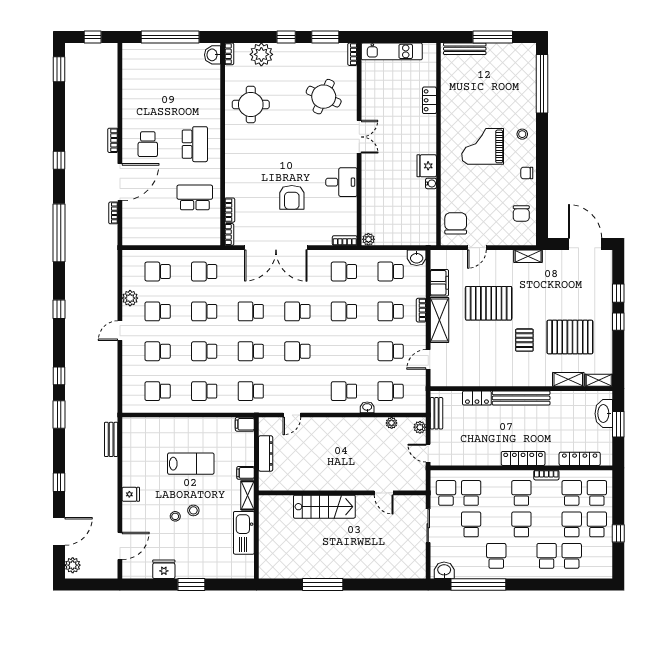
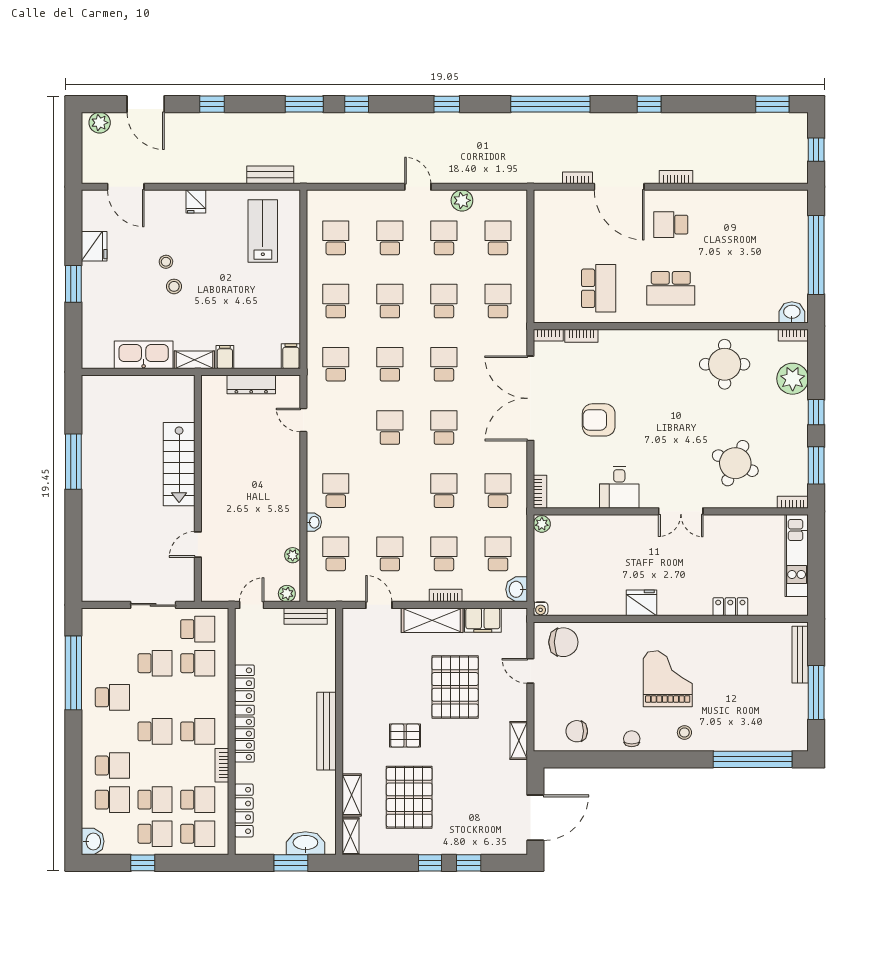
water cooler: (431, 183) -> (541, 609), moved
locker: (477, 398) -> (244, 683), moved, turned 180
lab bench: (191, 464) -> (263, 231), moved, turned 180
washbasin: (444, 570) -> (93, 841), moved

